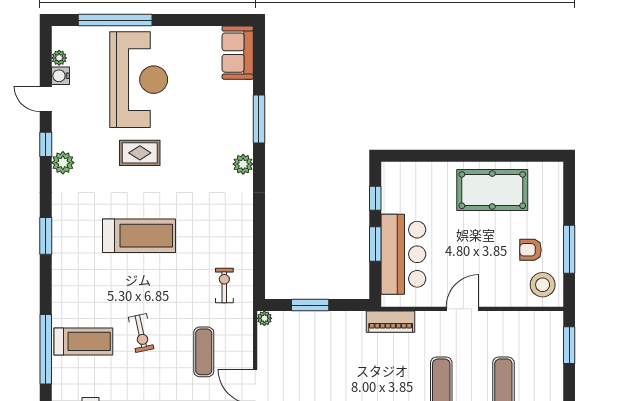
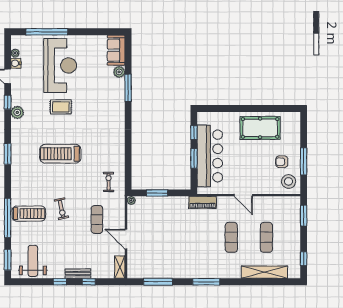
plant: (243, 164) -> (119, 72), moved
treadmill: (139, 236) -> (60, 154), turned 180
bar counter: (403, 254) -> (210, 156), width x1.36
door: (463, 309) -> (243, 195), swing flipped

